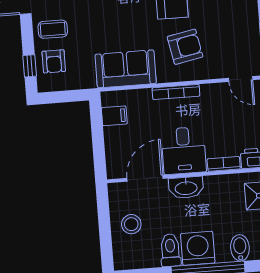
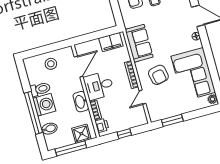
door: (241, 79) -> (142, 97), moved
filing cabinet: (114, 116) -> (111, 42), width x2.00
door: (145, 178) -> (79, 67), hinge flipped
washbasin: (186, 188) -> (81, 102), moved

